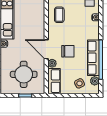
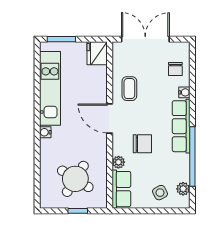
door: (46, 49) -> (110, 118), moved
row of seats: (93, 58) -> (181, 126), moved
round table: (24, 74) -> (75, 179), turned 32

